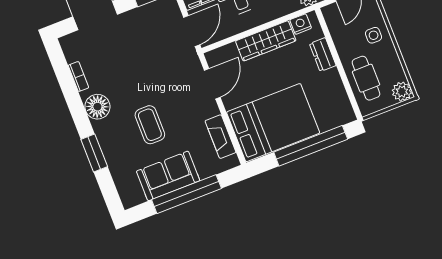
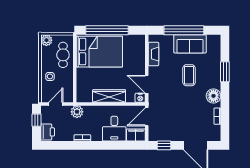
nightstand: (301, 24) -> (140, 98), moved
dresser: (323, 55) -> (81, 77), removed
door: (212, 84) -> (147, 84), hinge flipped
bed: (273, 123) -> (99, 52), moved, turned 180

